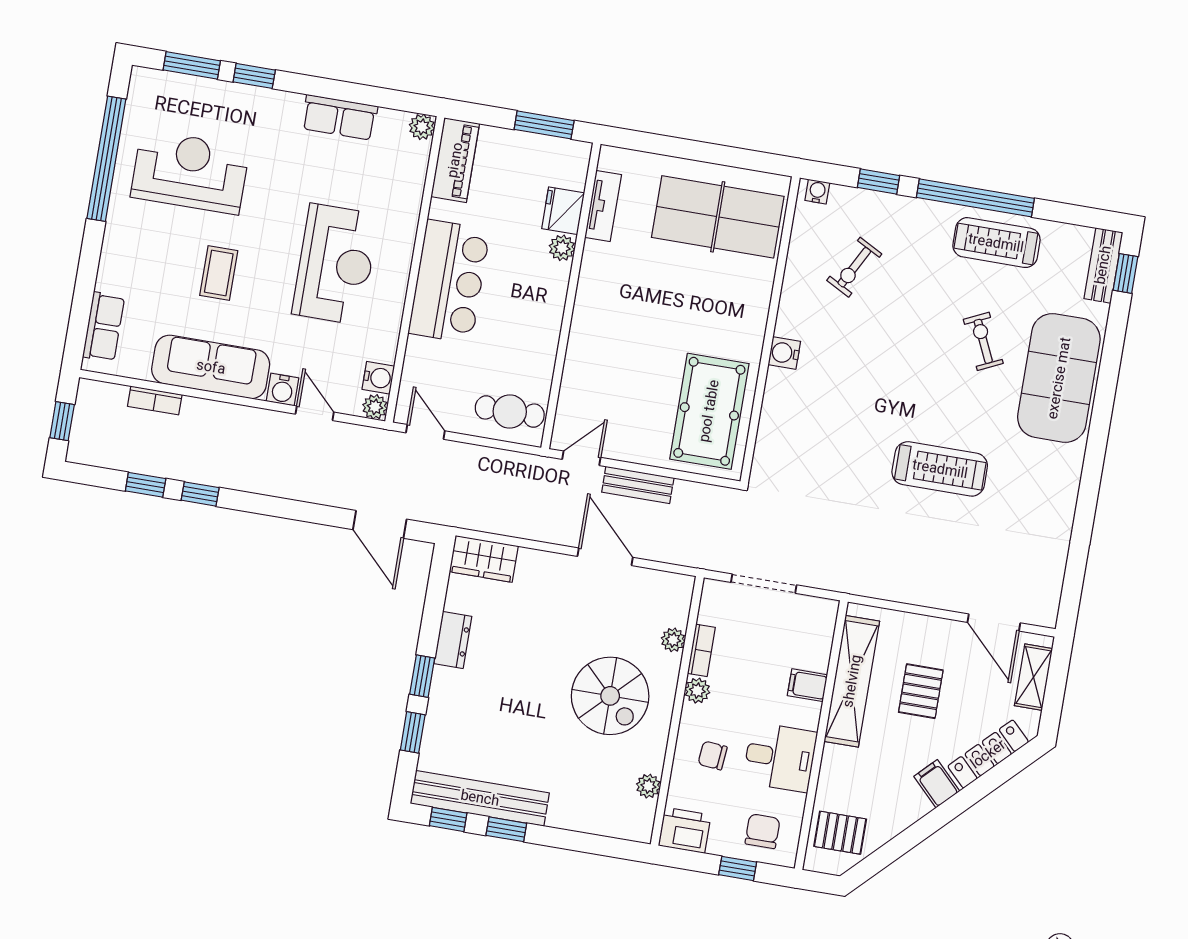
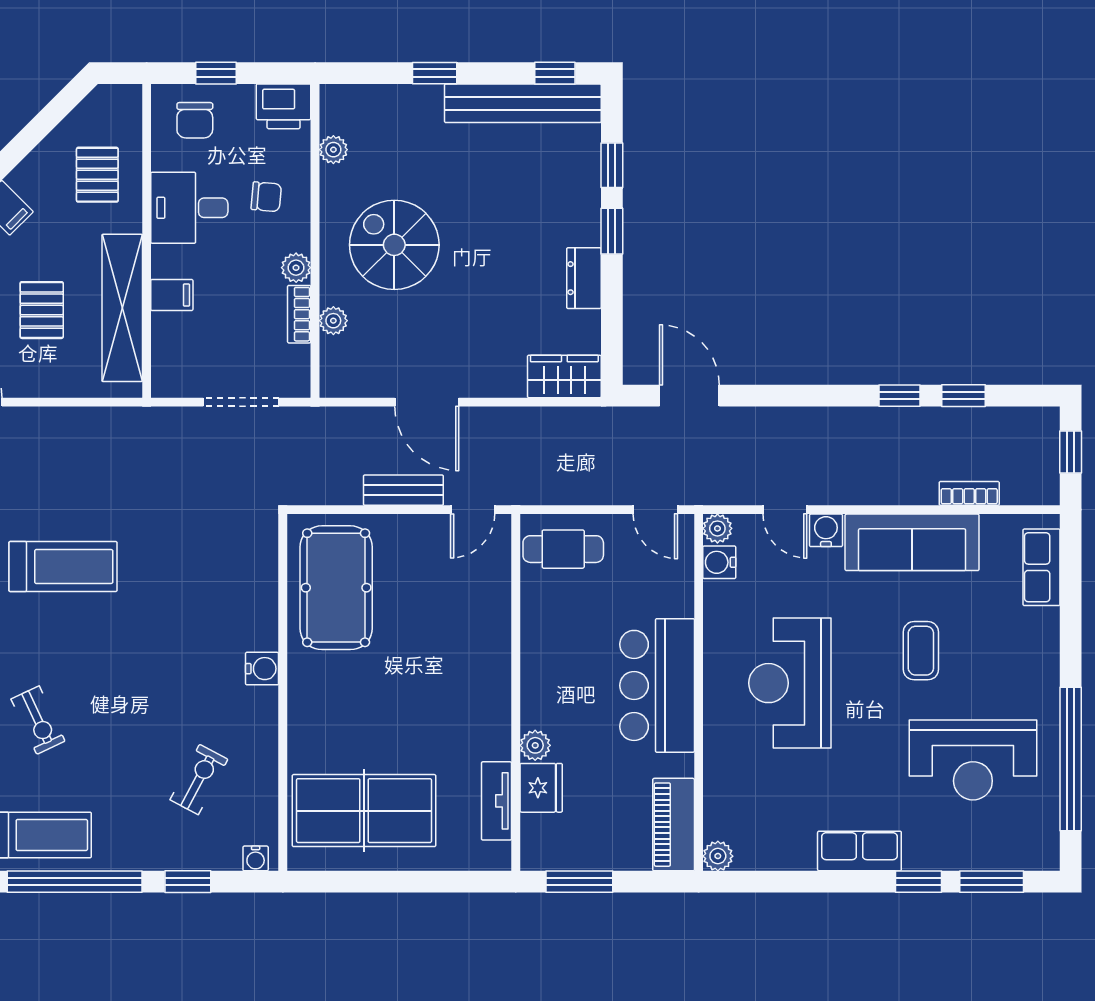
row of seats: (340, 117) -> (859, 851), moved
treadmill: (940, 469) -> (63, 566), turned 180
window: (506, 829) -> (435, 73), moved
pallet: (840, 833) -> (97, 175), moved, turned 90

